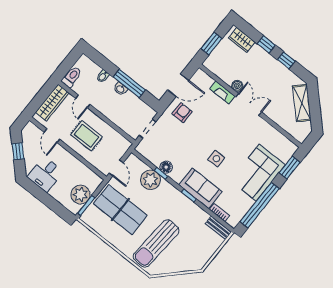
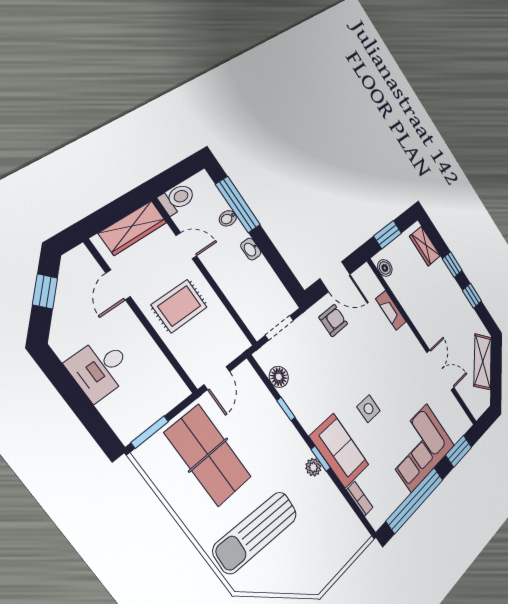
window: (129, 83) -> (238, 205), moved
boiler: (237, 86) -> (385, 268), moved
door: (83, 101) -> (186, 246), swing flipped
double door: (249, 104) -> (440, 370), moved
rug: (86, 136) -> (179, 306), turned 90
floor lamp: (166, 167) -> (279, 377), moved
desk: (45, 174) -> (100, 368), moved
plant: (150, 180) -> (313, 467), moved, width x0.53, depth x0.53
plant: (80, 195) -> (144, 408), removed
bench: (218, 228) -> (354, 525), removed

